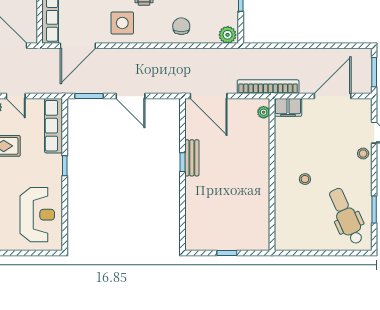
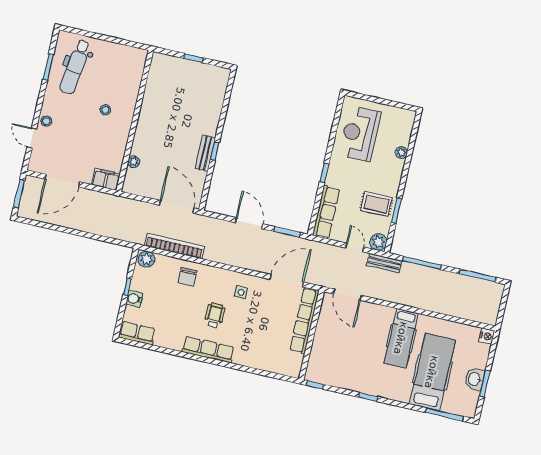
side table: (122, 23) -> (241, 292), width x0.54, depth x0.54
bookcase: (268, 87) -> (175, 246), moved, turned 180
plant: (264, 112) -> (134, 162), moved
dental chair: (346, 216) -> (75, 67), turned 31

